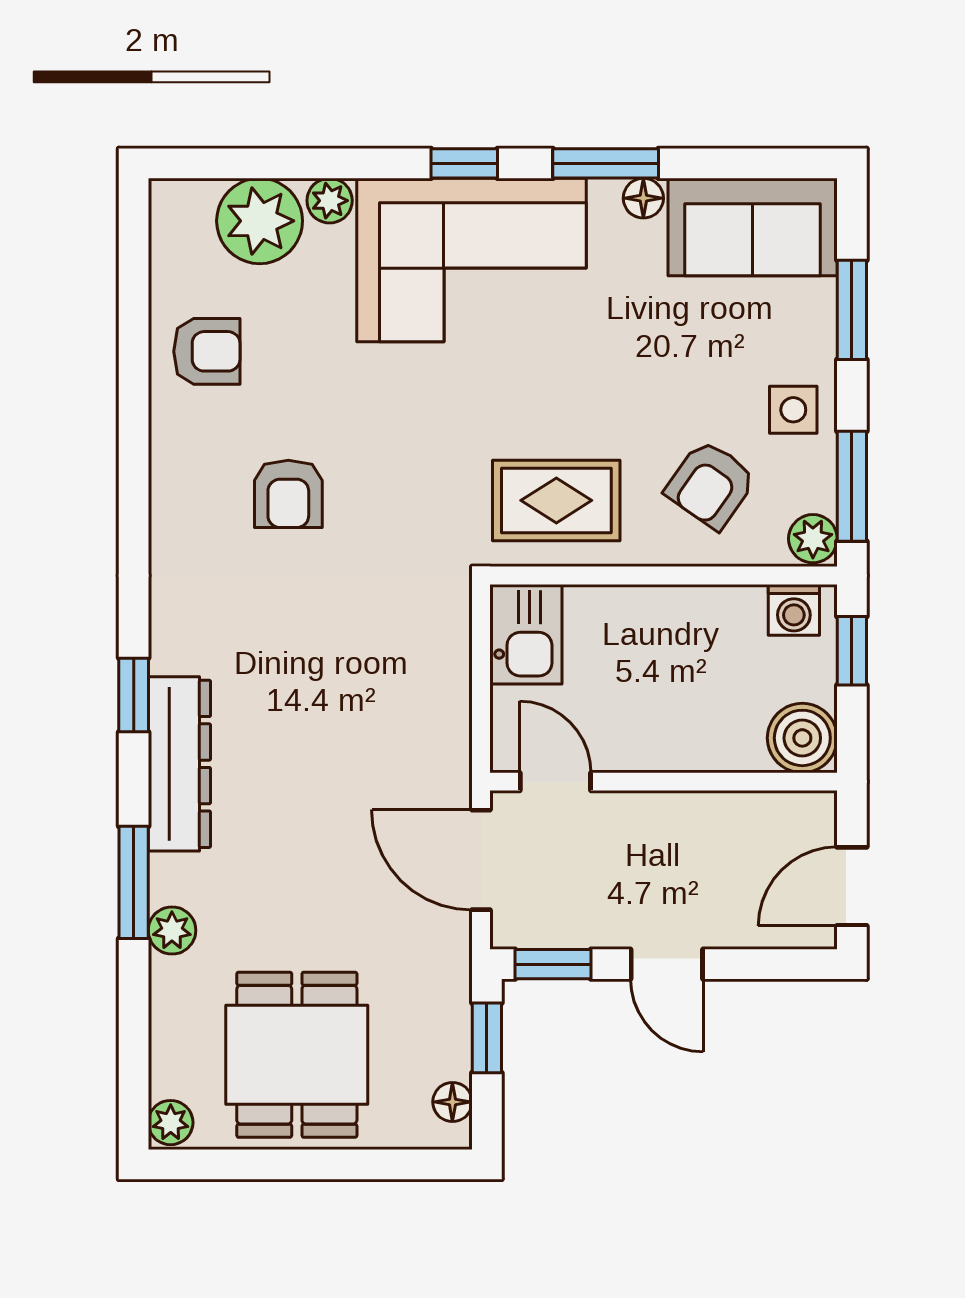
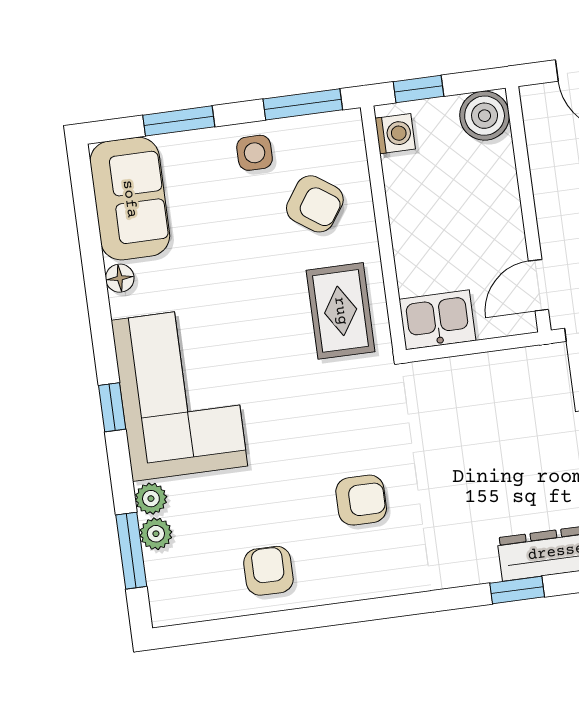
window: (606, 163) -> (131, 551), moved
plant: (260, 221) -> (156, 534), width x0.53, depth x0.53
plant: (813, 539) -> (343, 127), removed

